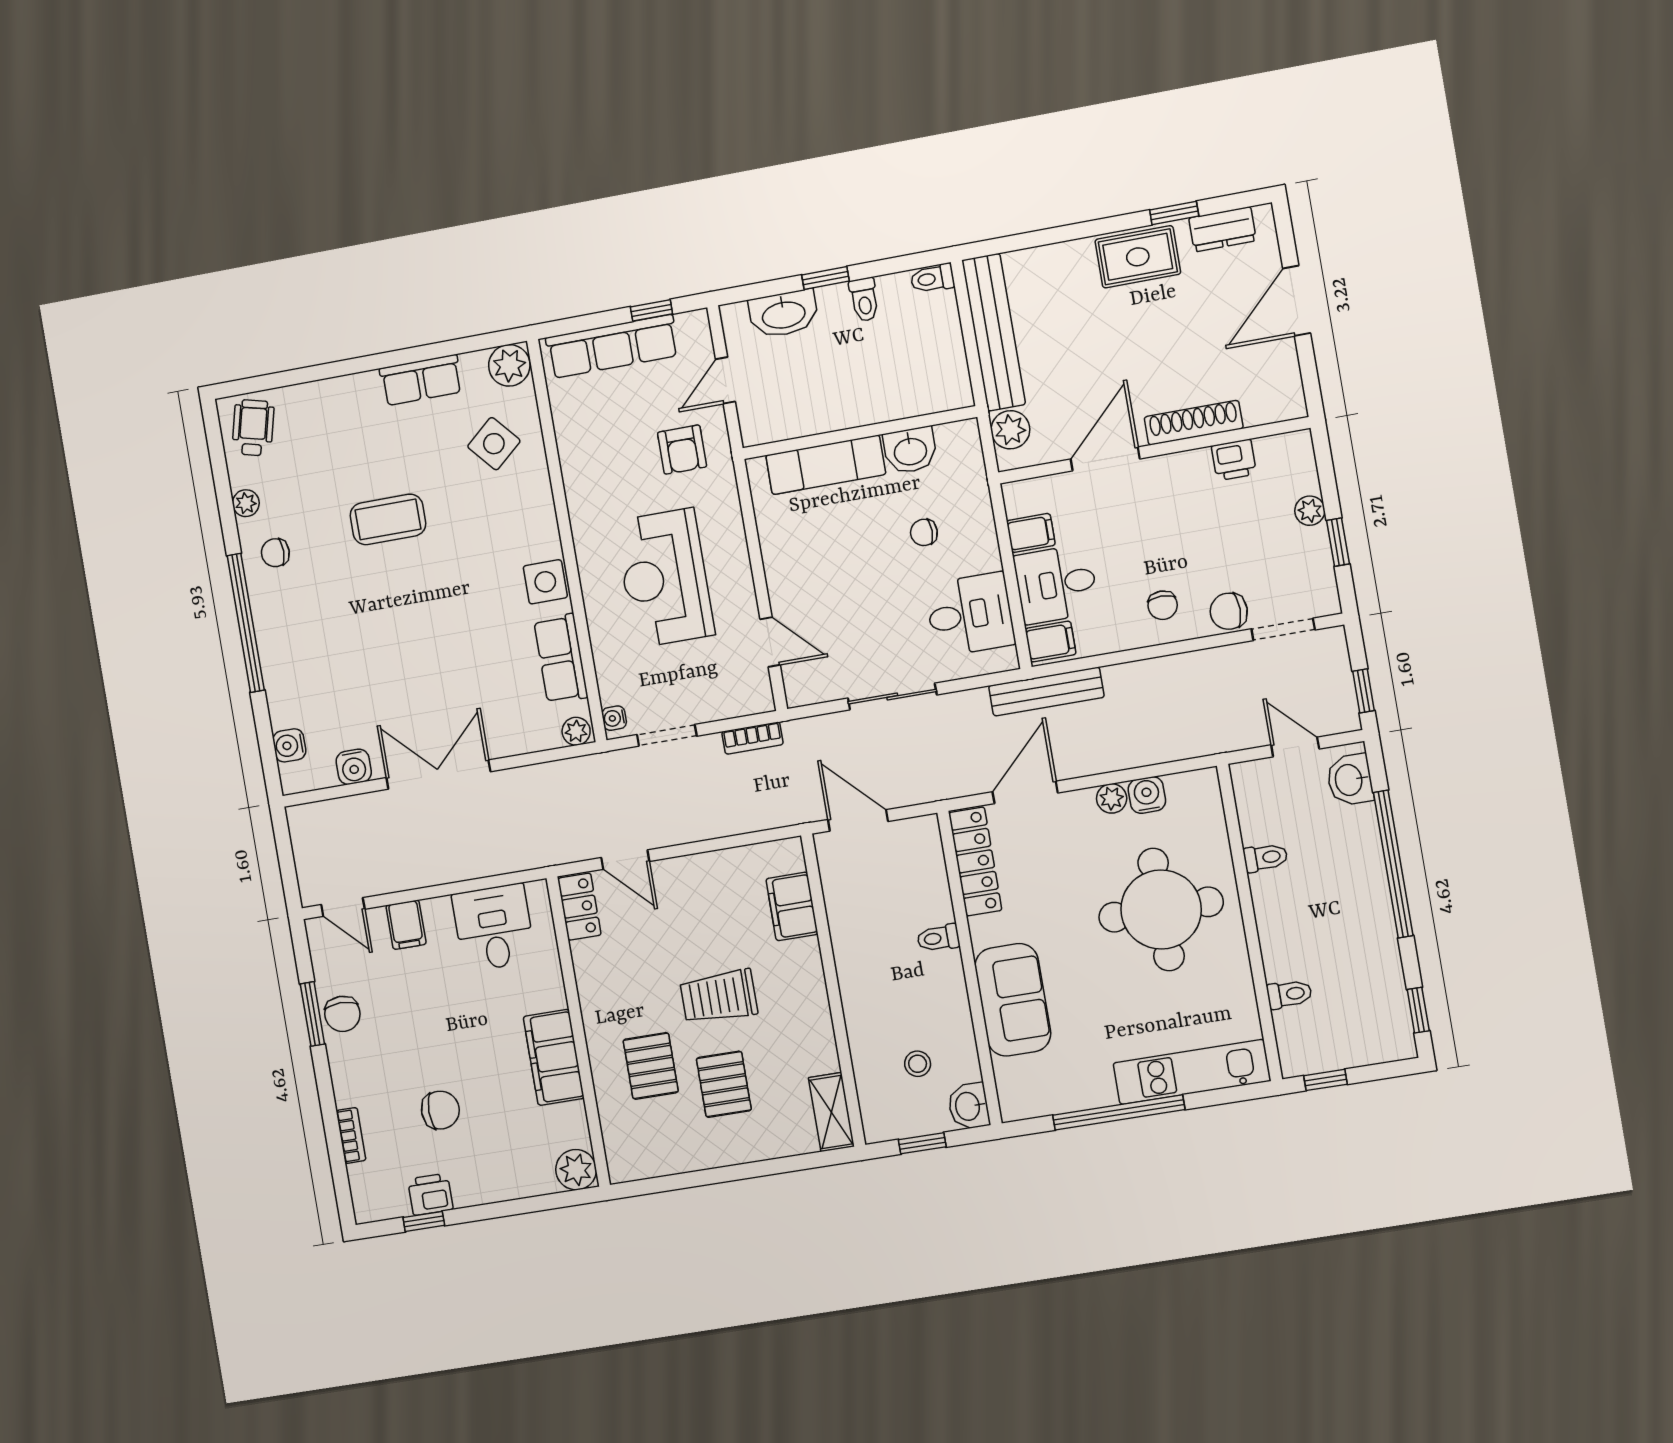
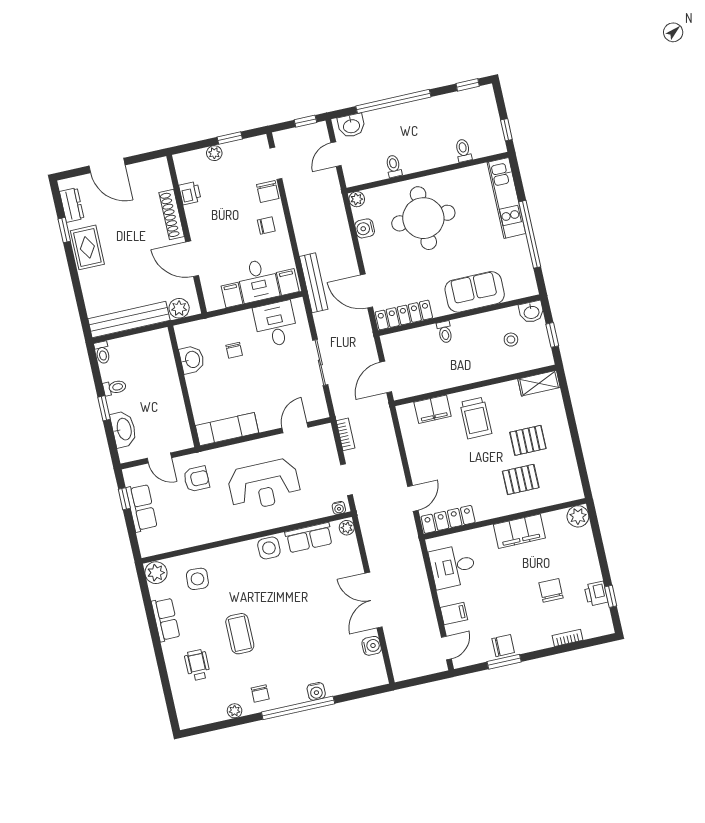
row of seats: (612, 346) -> (142, 508), width x0.68
wheelchair: (253, 428) -> (197, 665), moved, turned 76
side table: (494, 444) -> (197, 579), turned 45
exam couch: (826, 465) -> (227, 429), moved, turned -90
water cooler: (289, 745) -> (316, 691), moved
plant: (1112, 798) -> (357, 199), moved
locker: (579, 907) -> (448, 519), width x1.53
trolley: (719, 997) -> (476, 418), moved

